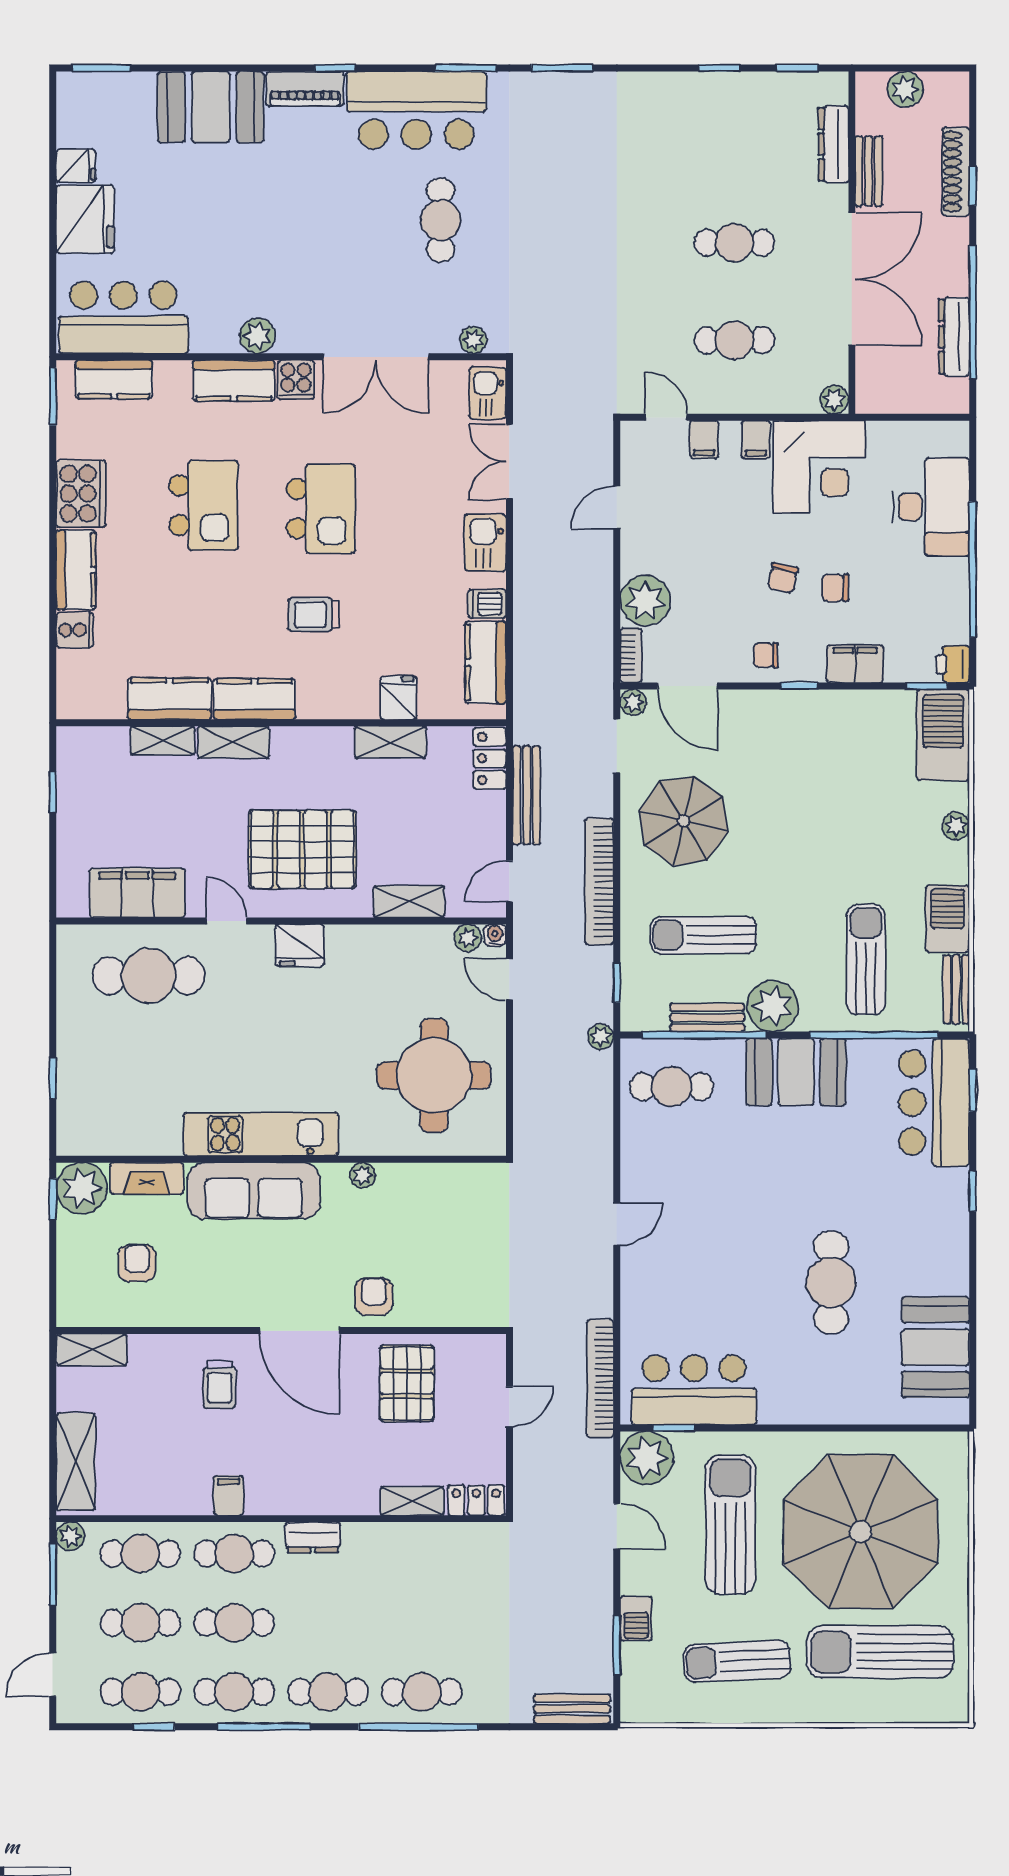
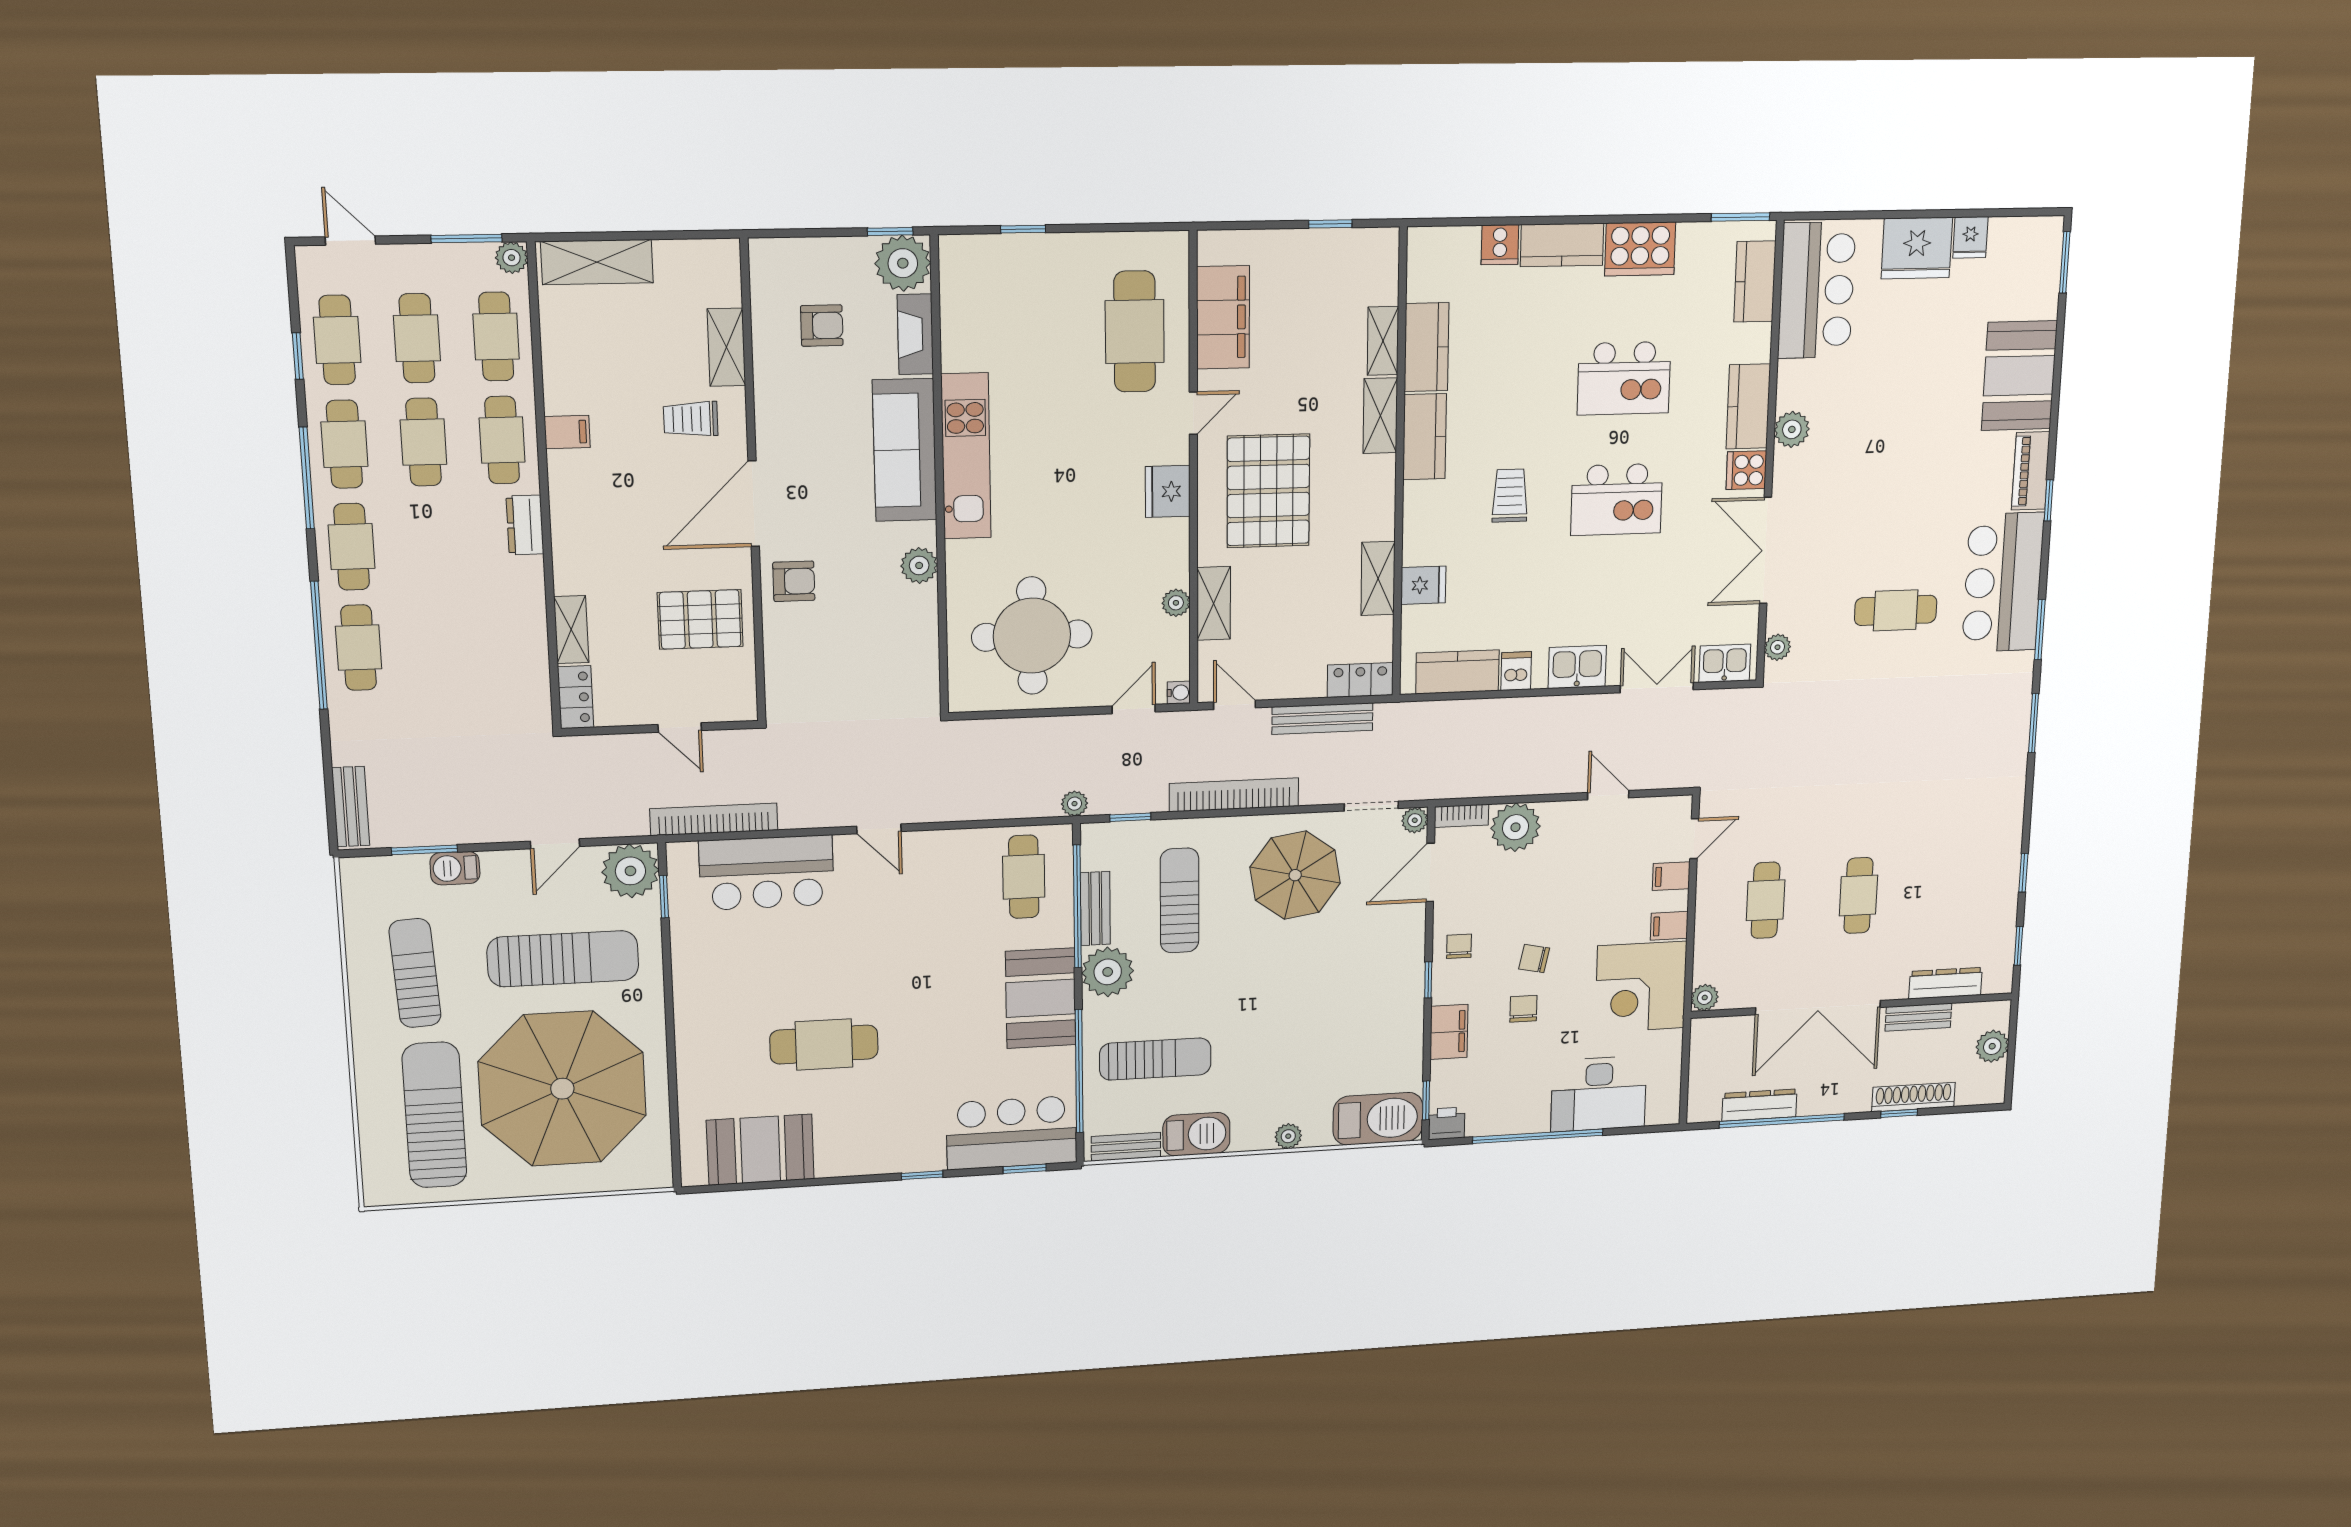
plant: (468, 938) -> (1176, 603), moved
plant: (363, 1175) -> (919, 565), width x1.38, depth x1.38
shelving: (92, 1350) -> (726, 347), moved
bar counter: (694, 1390) -> (767, 873), moved, turned 90

